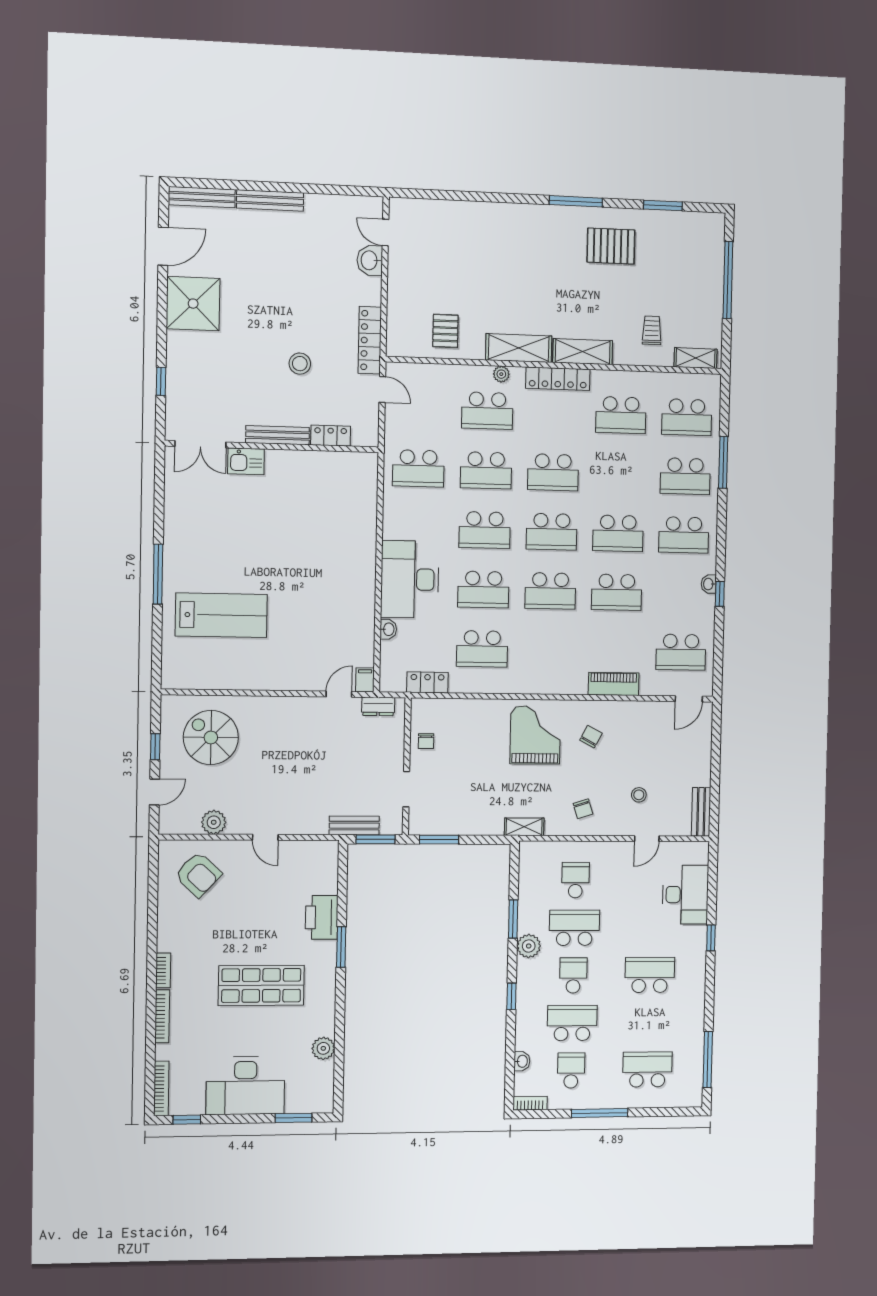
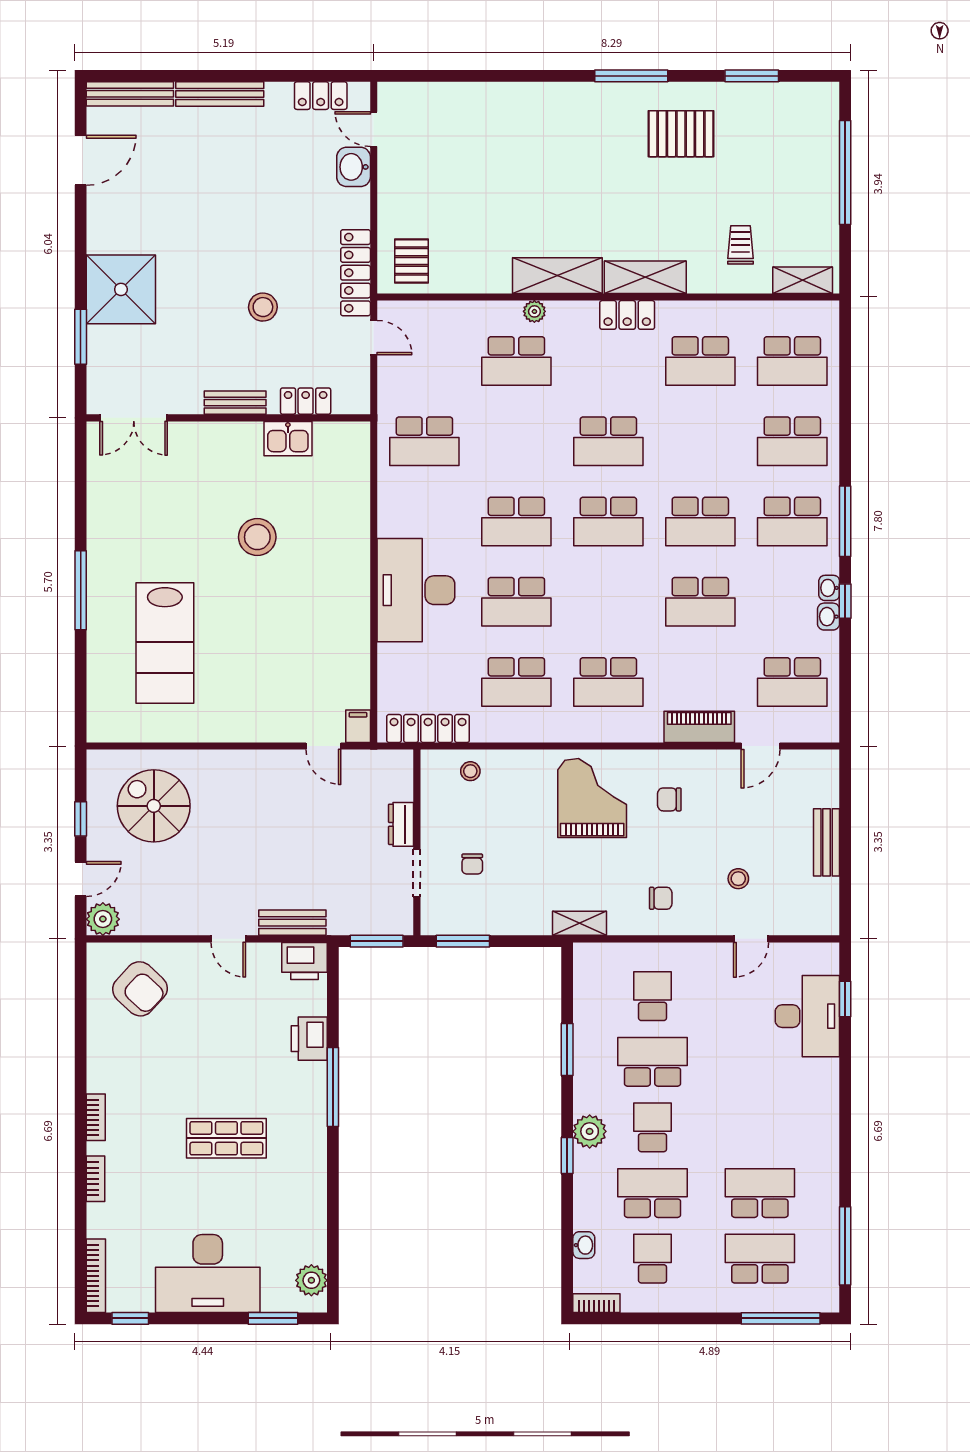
locker: (346, 205) -> (321, 96), added
shower: (193, 304) -> (121, 289), moved
pallet: (445, 331) -> (412, 261), moved
locker: (558, 379) -> (627, 315), width x0.66
window: (161, 381) -> (81, 337), width x1.50
bench: (278, 435) -> (235, 403), width x0.73
kitchen sink: (246, 461) -> (288, 439), moved
window: (723, 462) -> (845, 521), moved
school desk: (486, 470) -> (516, 441), removed
stool: (292, 537) -> (257, 537), added
school desk: (550, 591) -> (608, 682), moved
lab bench: (221, 615) -> (165, 643), turned 90
washbasin: (388, 629) -> (828, 617), moved, turned 180
locker: (427, 682) -> (428, 728), width x1.53
door: (339, 694) -> (323, 746), swing flipped
door: (689, 699) -> (761, 746), moved
dresser: (378, 706) -> (401, 824), moved, turned 90
stool: (447, 714) -> (470, 771), added
chair: (591, 737) -> (669, 799), turned -118
chair: (426, 741) -> (472, 864), moved
chair: (583, 809) -> (661, 898), turned -72
bench: (701, 812) -> (827, 842), moved
plant: (214, 822) -> (103, 919), moved
bench: (354, 826) -> (292, 923), moved
printer: (322, 854) -> (304, 961), added
printer: (322, 917) -> (309, 1039), width x0.73, depth x0.84
window: (711, 938) -> (845, 999), moved
plant: (529, 946) -> (590, 1131), moved
window: (341, 947) -> (333, 1087), width x1.44
school desk: (650, 975) -> (760, 1193), moved
shop shelf: (261, 985) -> (226, 1138), width x0.70, depth x0.74
bookcase: (162, 1016) -> (96, 1179), width x0.64
plant: (323, 1048) -> (311, 1280), moved
window: (600, 1113) -> (781, 1318), moved

